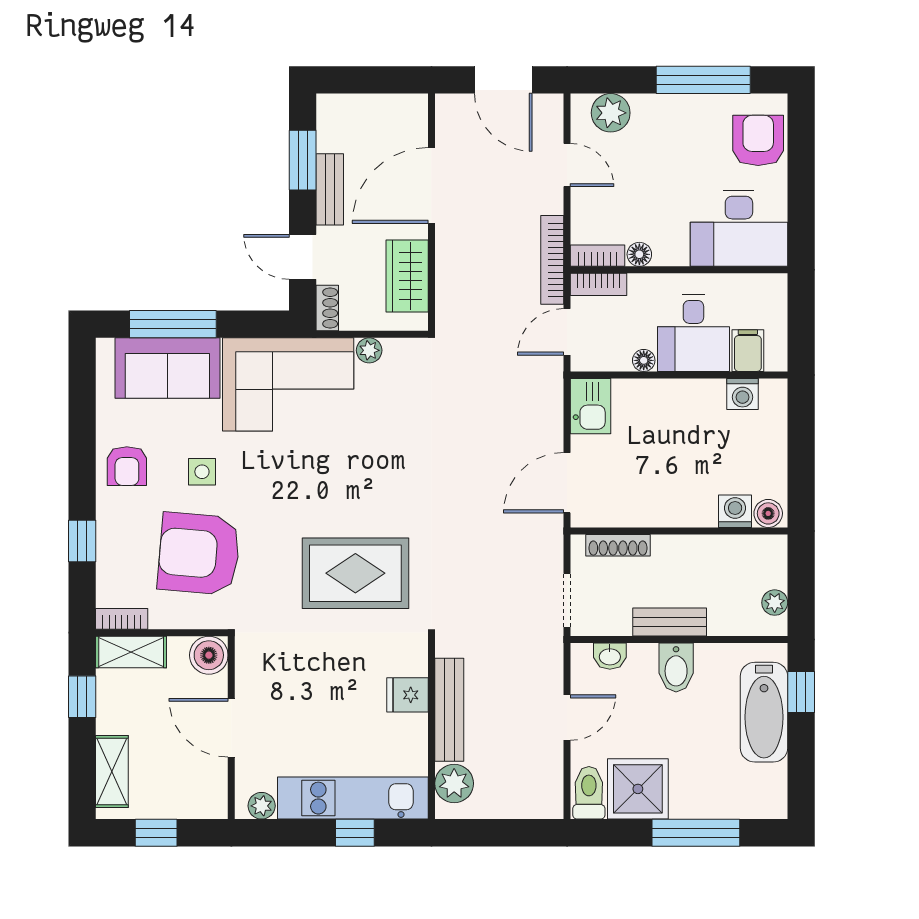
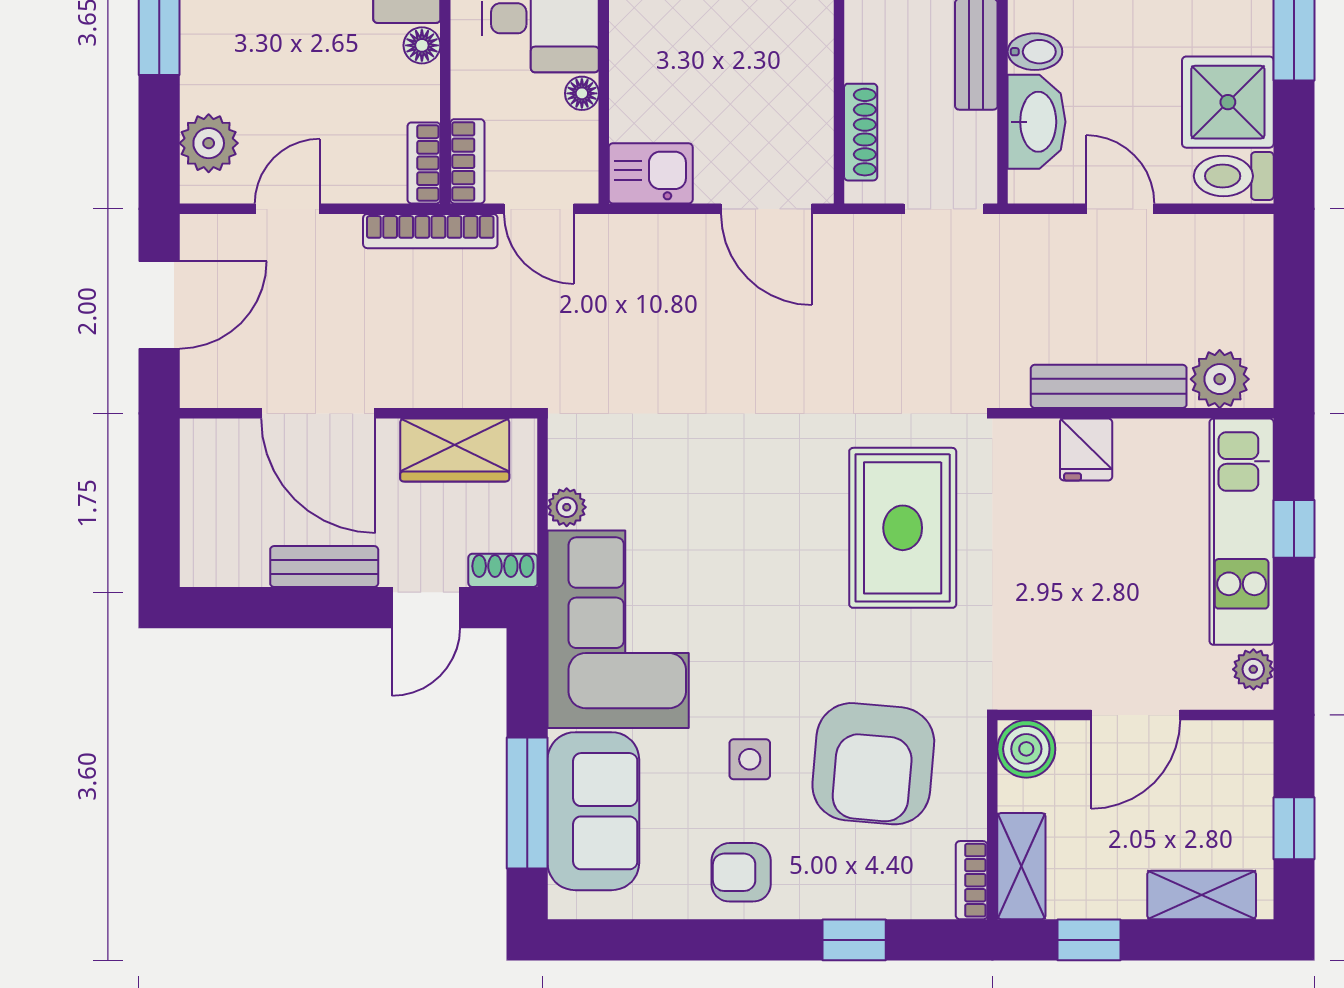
window: (303, 160) -> (280, 608), removed
floor lamp: (639, 254) -> (422, 45), moved
armchair: (127, 466) -> (741, 872), turned 180
washbasin: (610, 656) -> (1037, 122), width x1.91, depth x1.45
bidet: (676, 667) -> (1035, 52), width x0.72, depth x0.74

